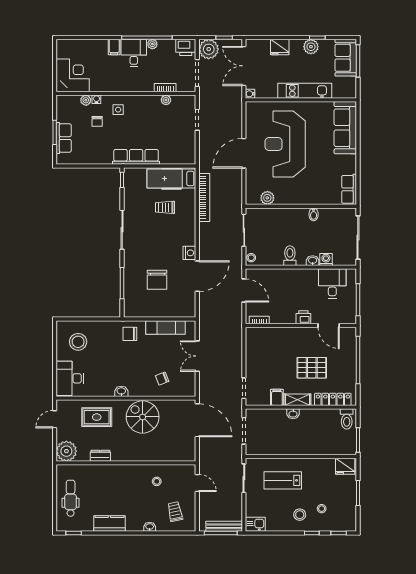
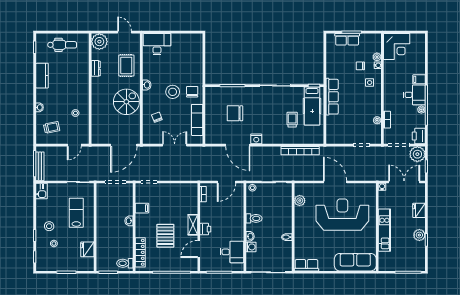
sofa: (346, 58) -> (411, 263), removed
hospital bed: (171, 179) -> (312, 106), moved, turned 180
stool: (78, 342) -> (173, 92), moved
shelving: (297, 400) -> (193, 225), moved
fridge: (345, 466) -> (87, 249), moved

